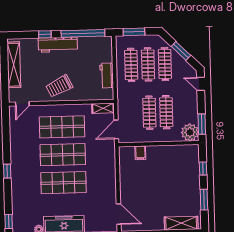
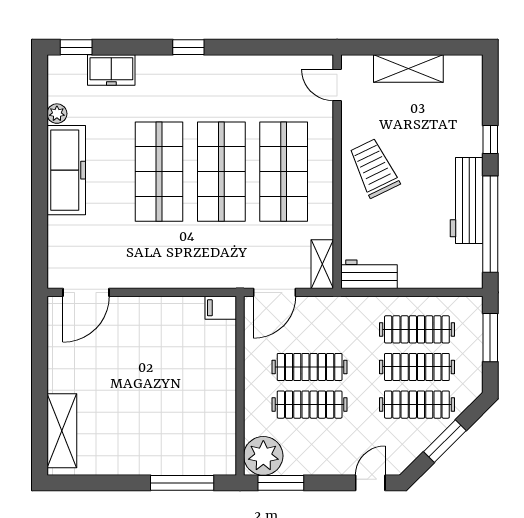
workbench: (58, 45) -> (467, 201), moved
shelving: (14, 65) -> (408, 69), width x0.68
workbench: (107, 75) -> (369, 274), moved
door: (116, 129) -> (275, 292), swing flipped
filing cabinet: (140, 153) -> (221, 308), moved
window: (203, 168) -> (182, 483), width x2.17
window: (204, 200) -> (113, 483), removed
freezer: (18, 205) -> (111, 70), added

